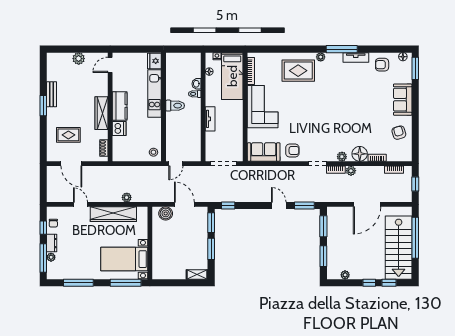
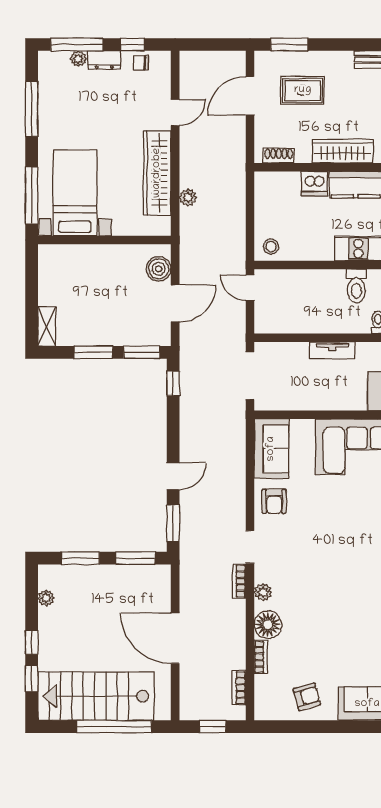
window: (43, 106) -> (289, 45), moved
rug: (68, 135) -> (303, 90), turned 90
plant: (351, 171) -> (237, 609), removed

